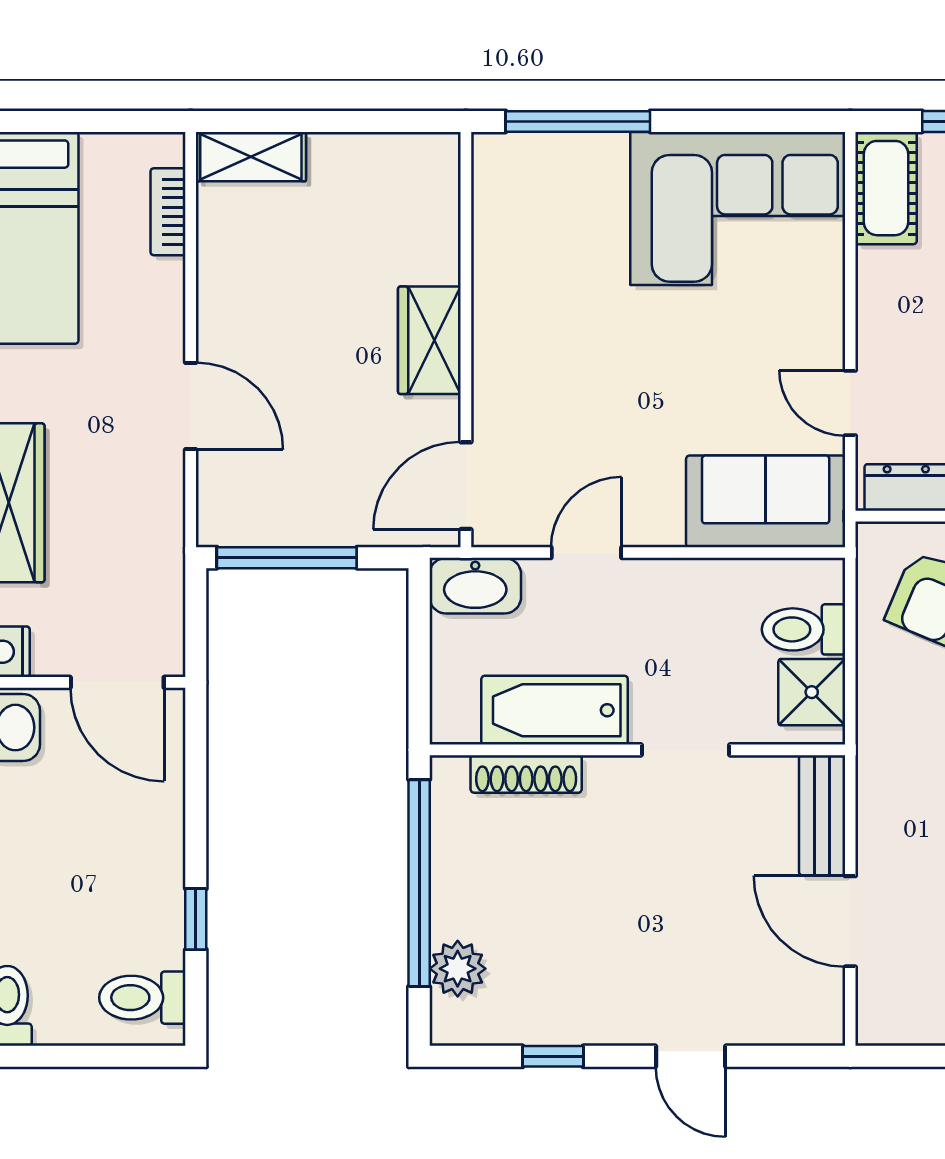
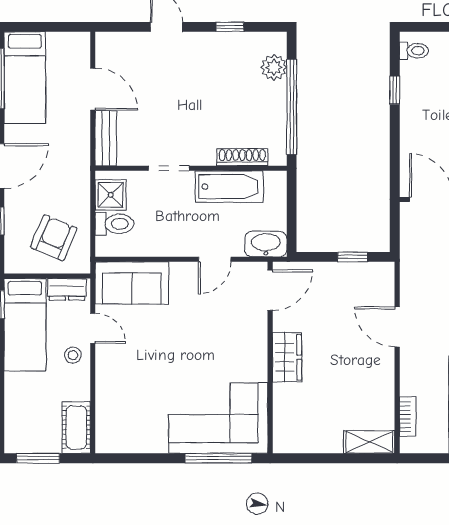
corner sofa: (738, 208) -> (218, 418), moved
stool: (893, 345) -> (73, 355), added
window: (287, 558) -> (353, 257), width x0.46
toilet: (142, 998) -> (414, 51), width x0.73, depth x0.72

